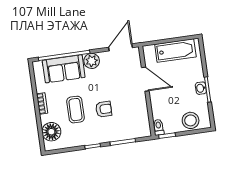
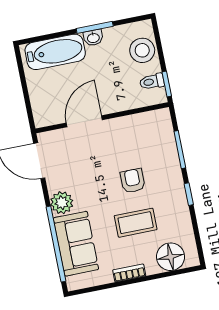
bathtub: (175, 51) -> (55, 52), moved, turned 90
toilet: (159, 127) -> (152, 82), moved

